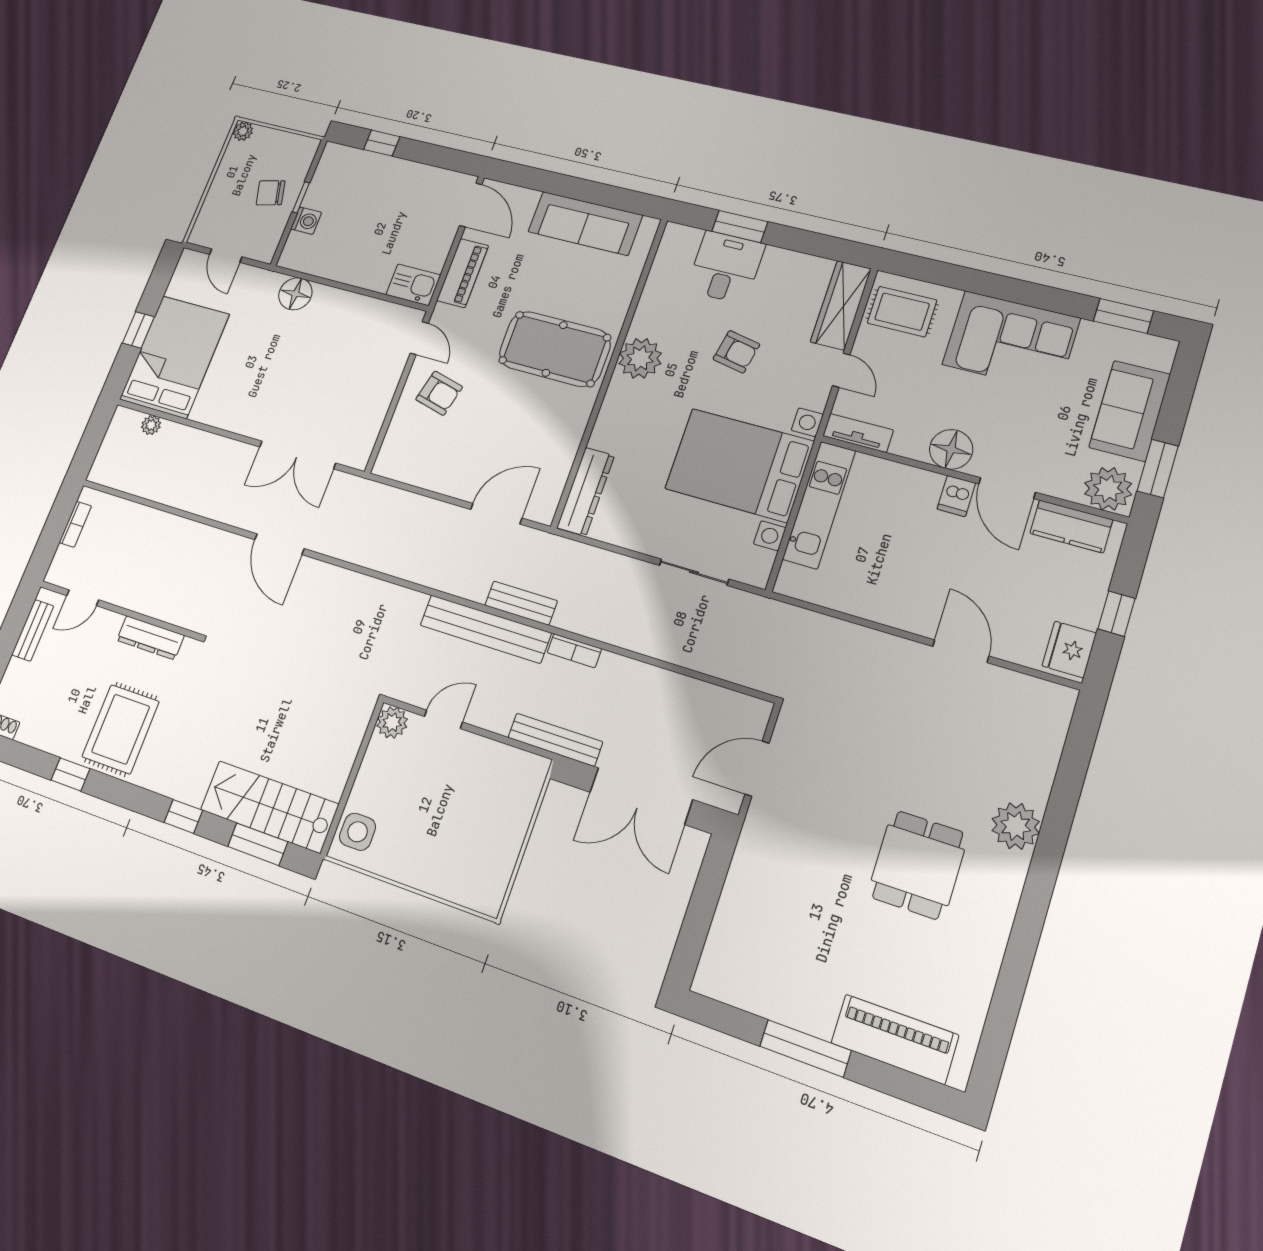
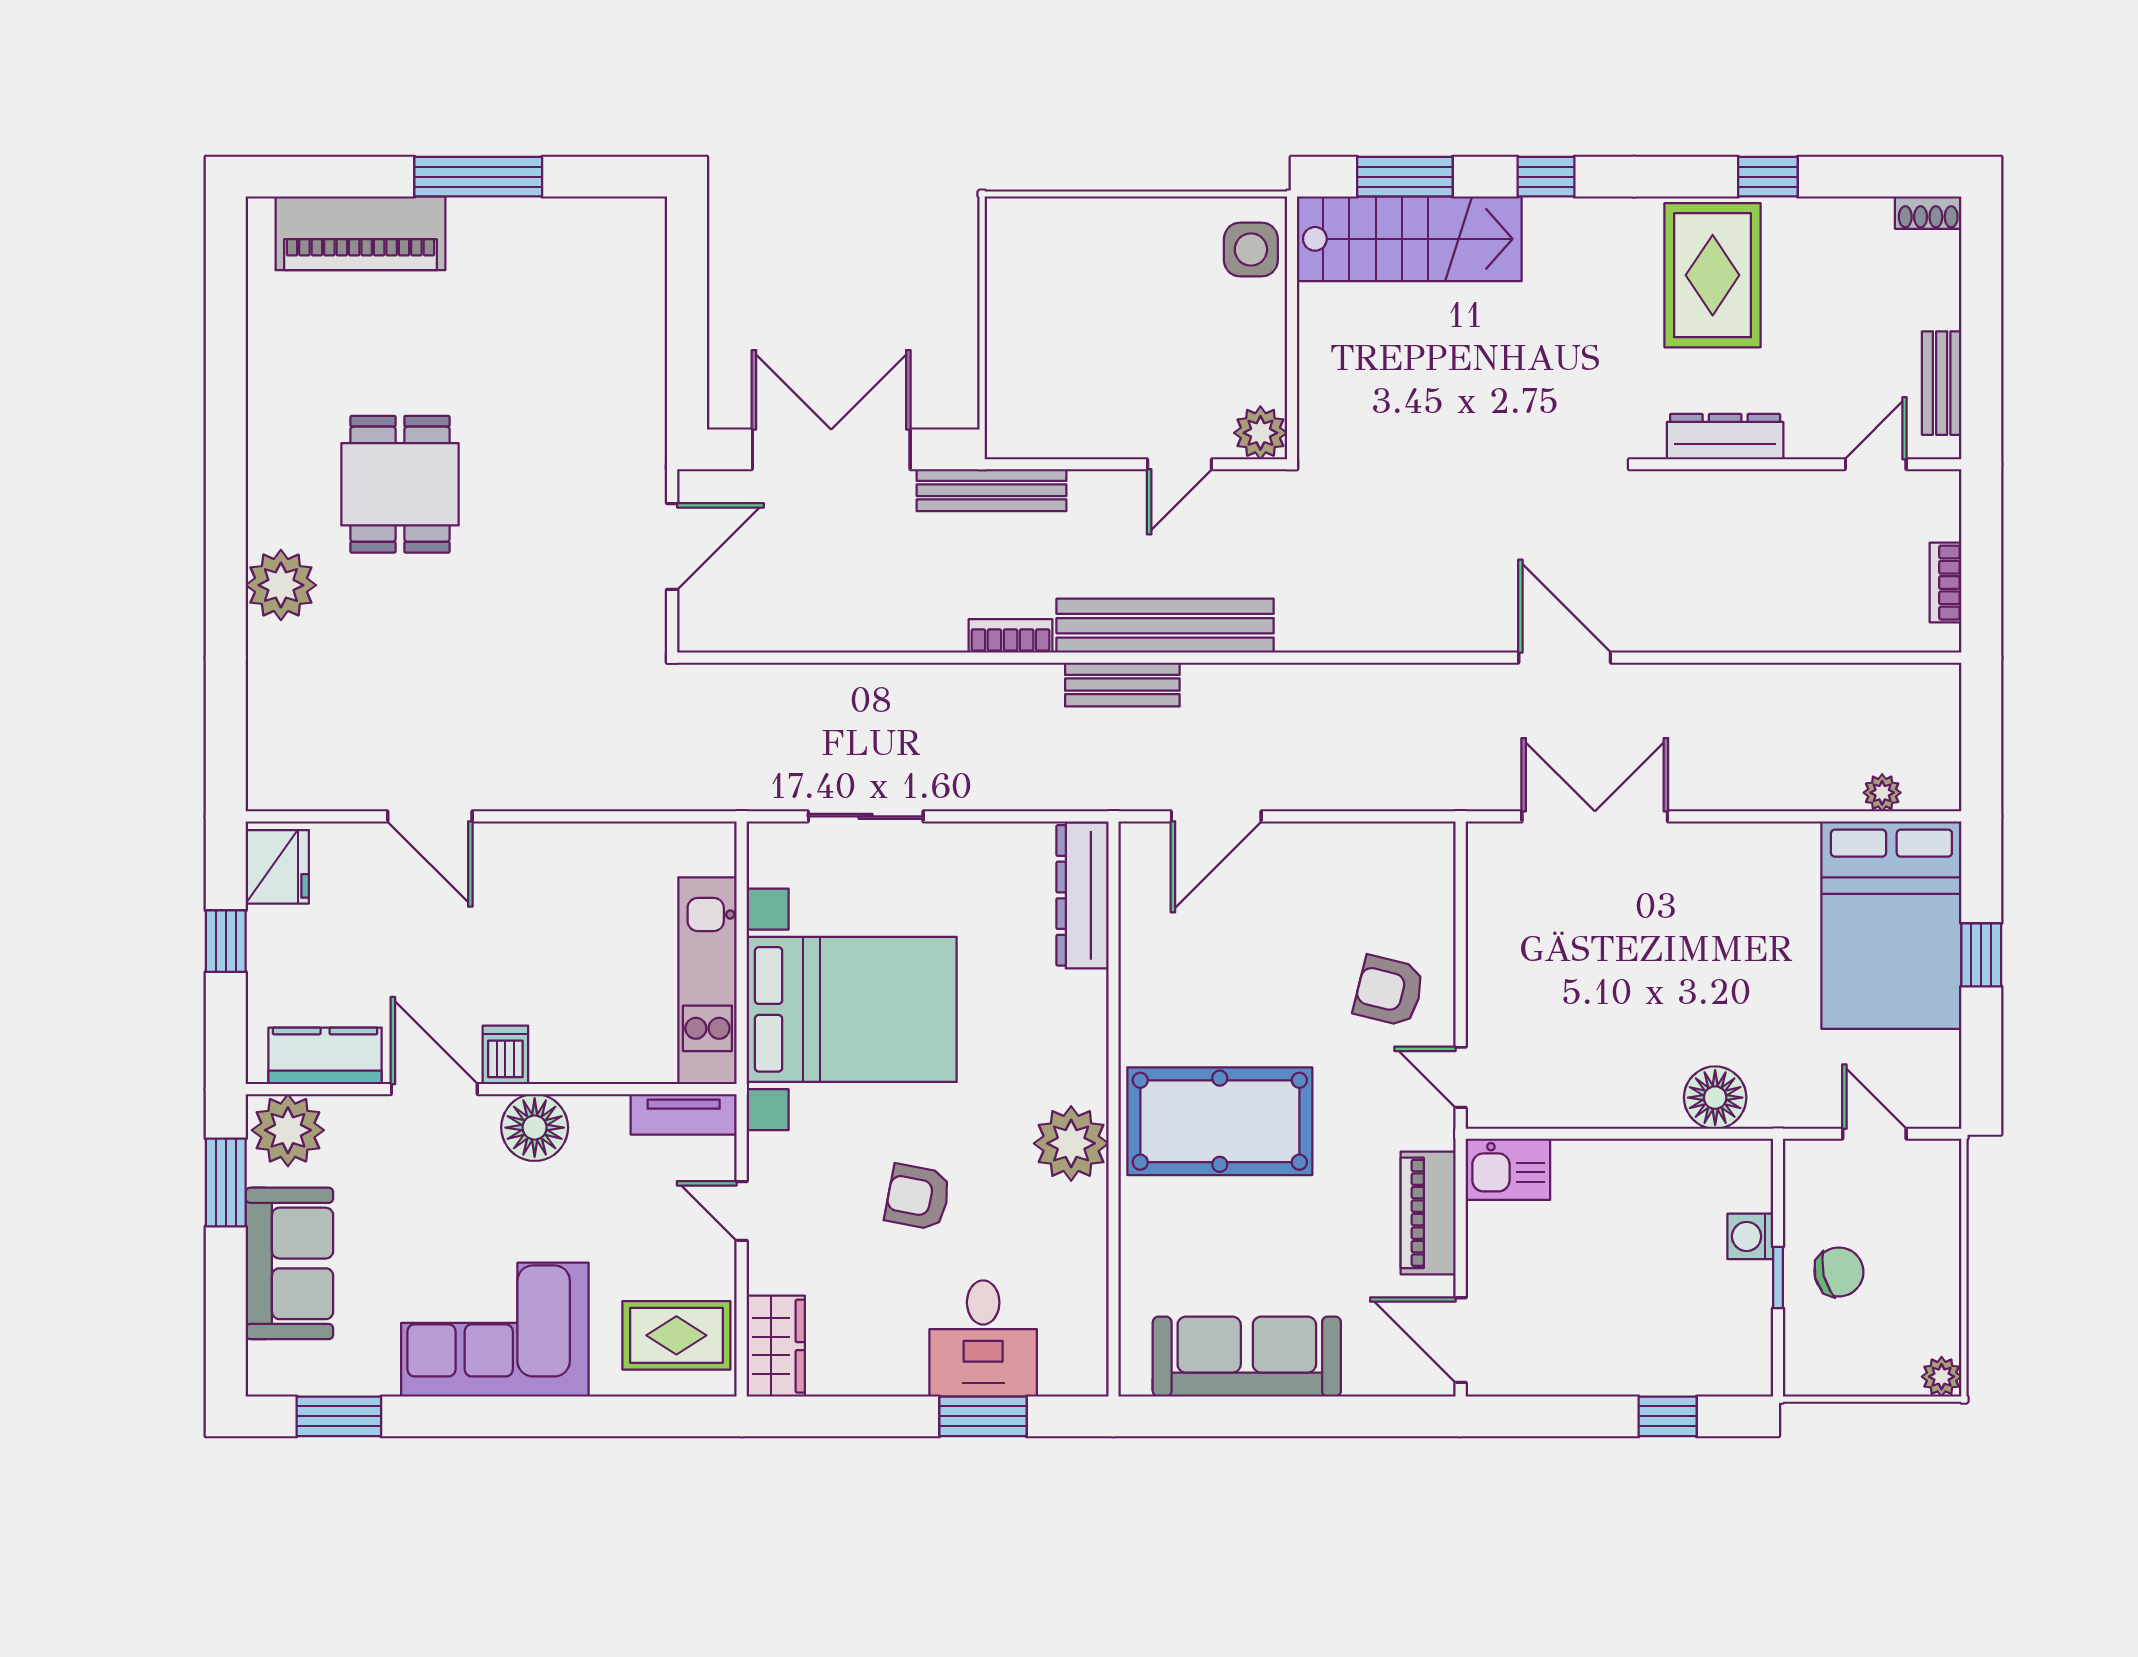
wardrobe: (841, 305) -> (776, 1346), width x0.67

